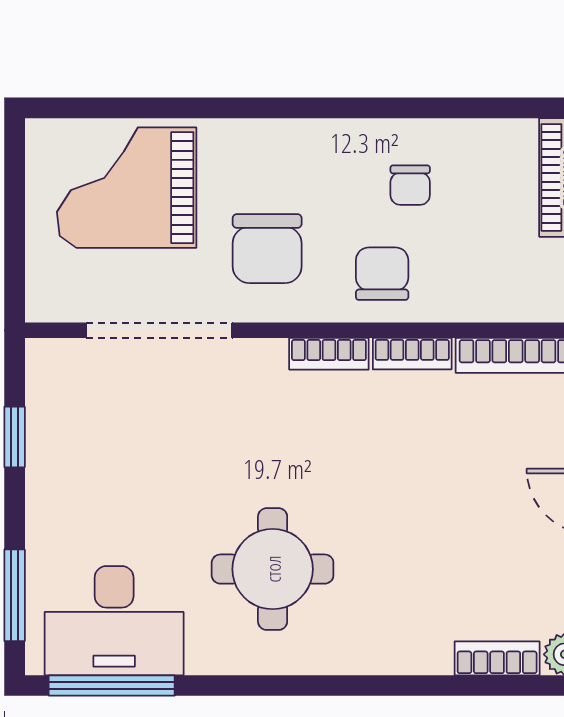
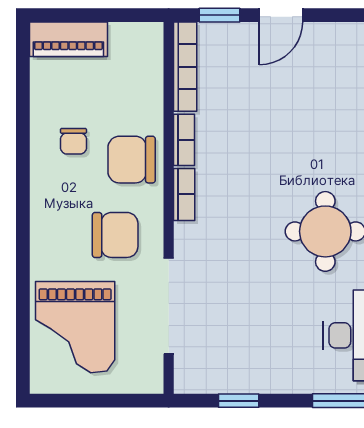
chair: (410, 185) -> (73, 141), turned 90
chair: (382, 274) -> (132, 160), width x1.37, depth x1.37

